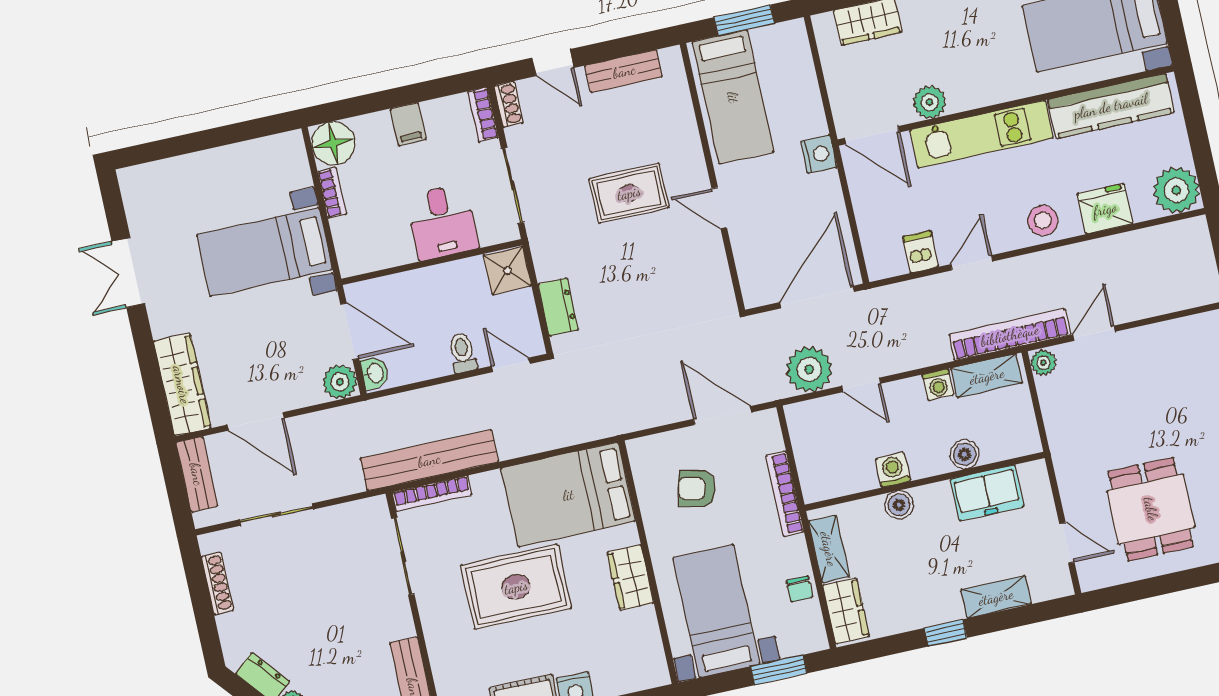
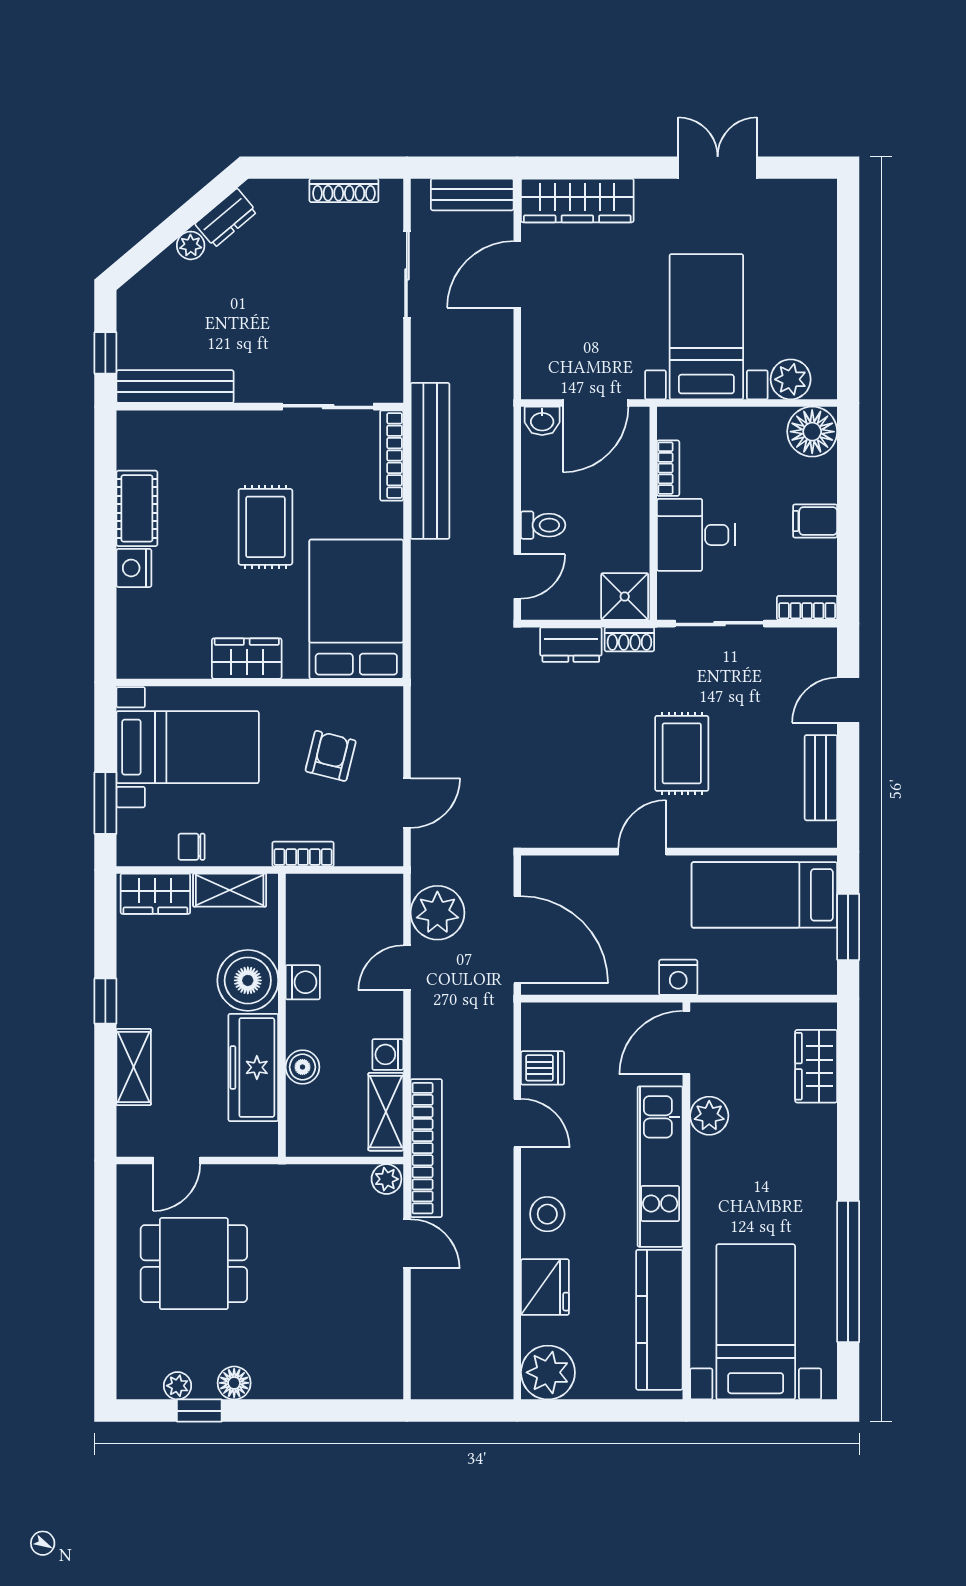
shoe rack: (508, 104) -> (629, 639), moved
bookcase: (332, 193) -> (668, 468), moved, turned -90
plant: (340, 382) -> (791, 379), moved
door: (722, 416) -> (407, 803), width x0.73
freezer: (987, 493) -> (253, 1067), width x1.40
bookcase: (785, 494) -> (303, 854), width x0.64
boiler: (899, 505) -> (248, 980), width x1.86, depth x1.86
rug: (516, 587) -> (265, 527), width x0.73, depth x0.70

